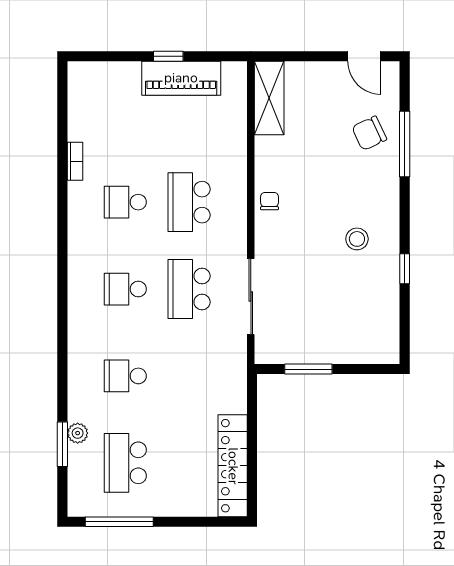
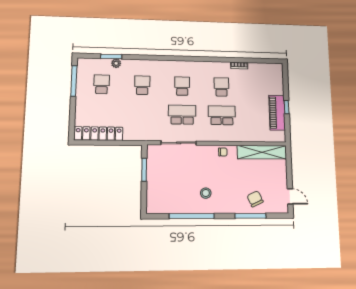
door: (364, 56) -> (290, 196), swing flipped
shelving: (269, 98) -> (262, 152), width x1.47
window: (405, 269) -> (192, 216), width x3.17
school desk: (125, 463) -> (102, 84), width x0.54

